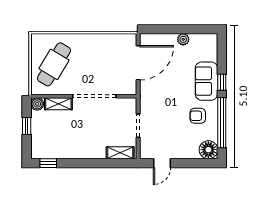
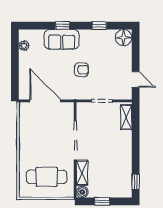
plant: (183, 39) -> (24, 46), moved
cafe table: (54, 64) -> (47, 177), turned -31
armchair: (198, 116) -> (81, 70), moved, turned -90
window: (222, 123) -> (99, 26), width x0.32

